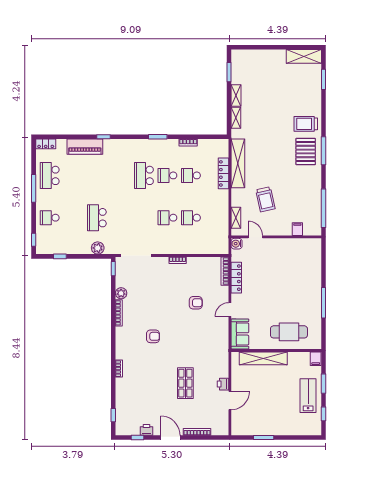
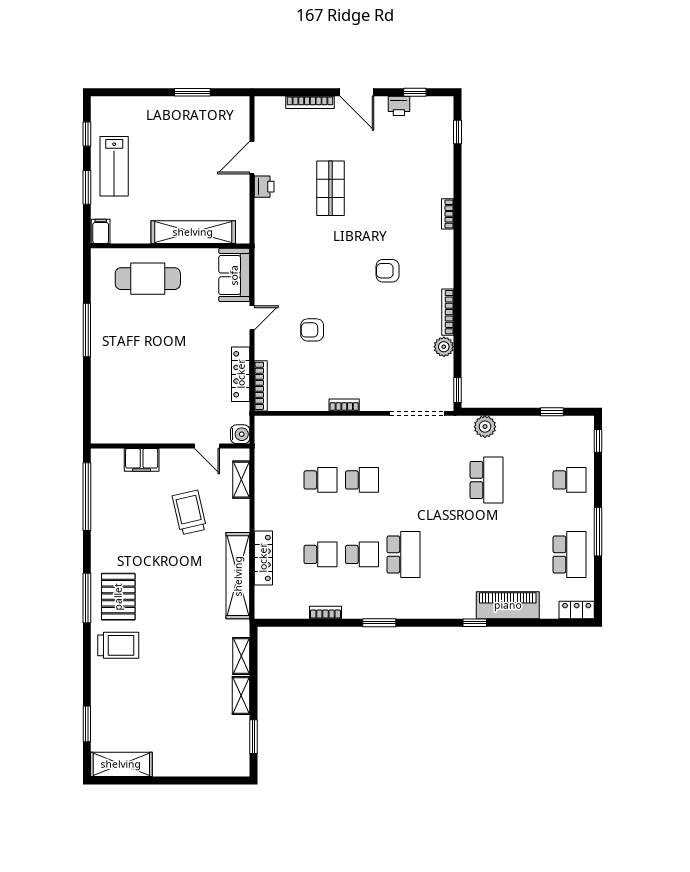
filing cabinet: (297, 229) -> (142, 460), width x2.00

